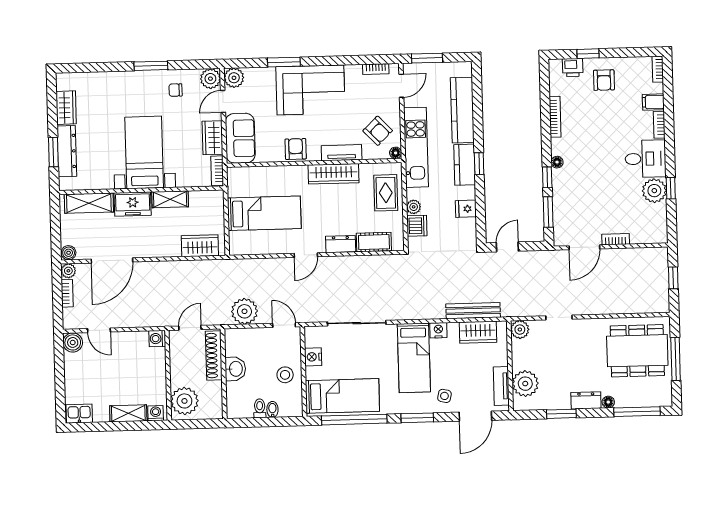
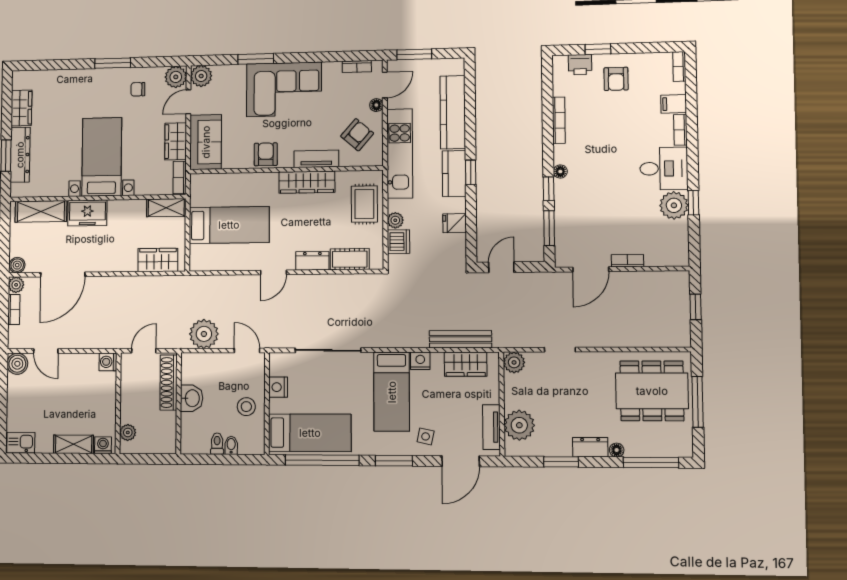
armchair: (378, 131) -> (357, 135), turned -95
floor lamp: (396, 153) -> (376, 105), moved
shelving: (170, 199) -> (166, 208), moved
plant: (184, 401) -> (128, 432), width x0.53, depth x0.53

